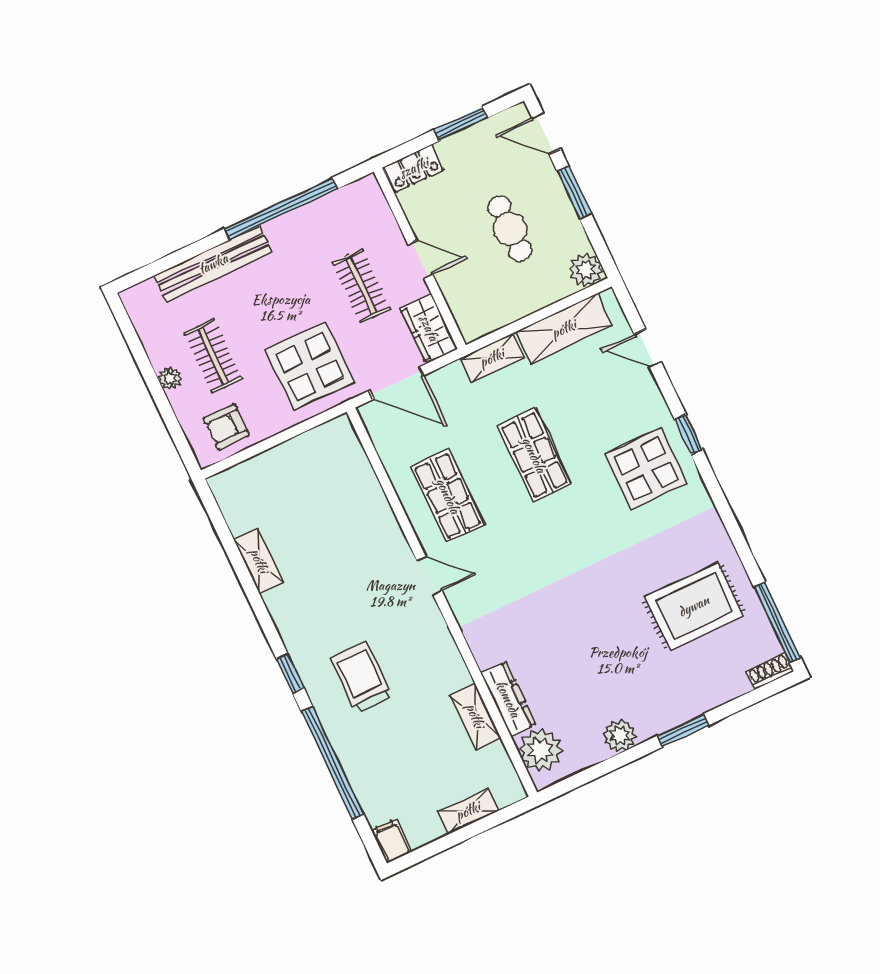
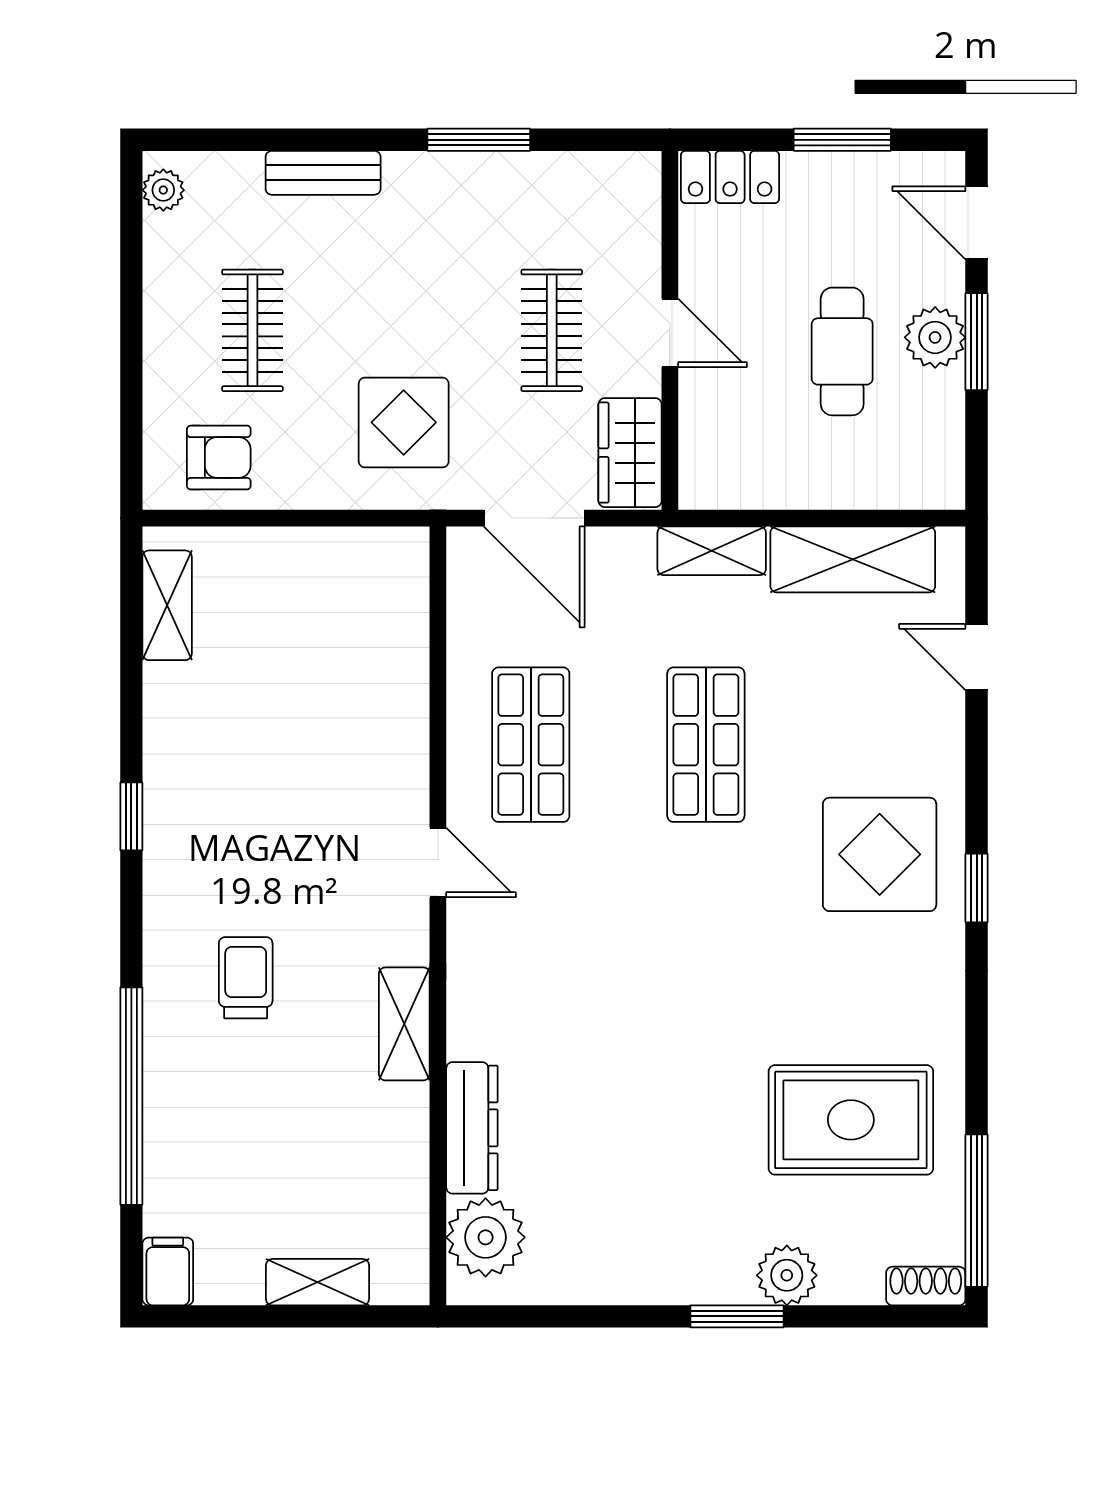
window: (281, 209) -> (479, 140), width x0.47
bench: (213, 264) -> (323, 173), width x0.54, depth x0.82
plant: (586, 270) -> (935, 337), moved
display table: (310, 366) -> (404, 422), width x0.73, depth x0.73
plant: (170, 378) -> (163, 190), moved
armchair: (226, 427) -> (219, 458), turned 180
window: (689, 435) -> (977, 888), moved
shelving: (259, 561) -> (167, 605), moved
window: (290, 674) -> (131, 816), moved
trolley: (361, 678) -> (246, 978), width x0.73, depth x0.72
shelving: (475, 716) -> (404, 1024), moved
plant: (620, 735) -> (787, 1275), moved

